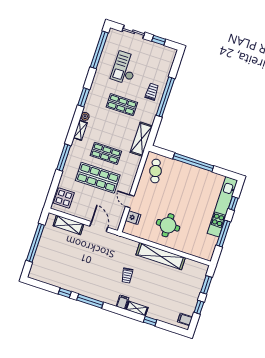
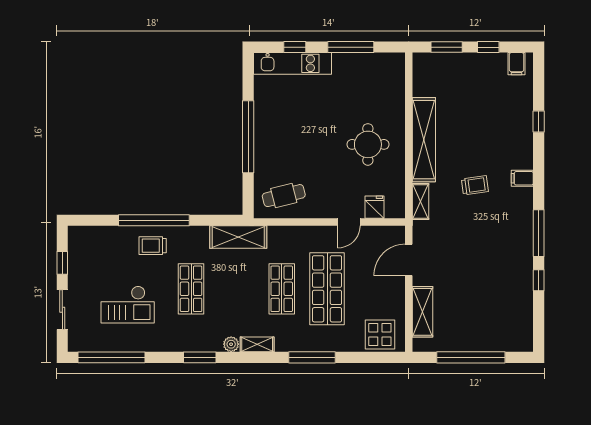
kitchen unit: (222, 207) -> (292, 63), width x0.73
shelving: (137, 309) -> (420, 202), moved

